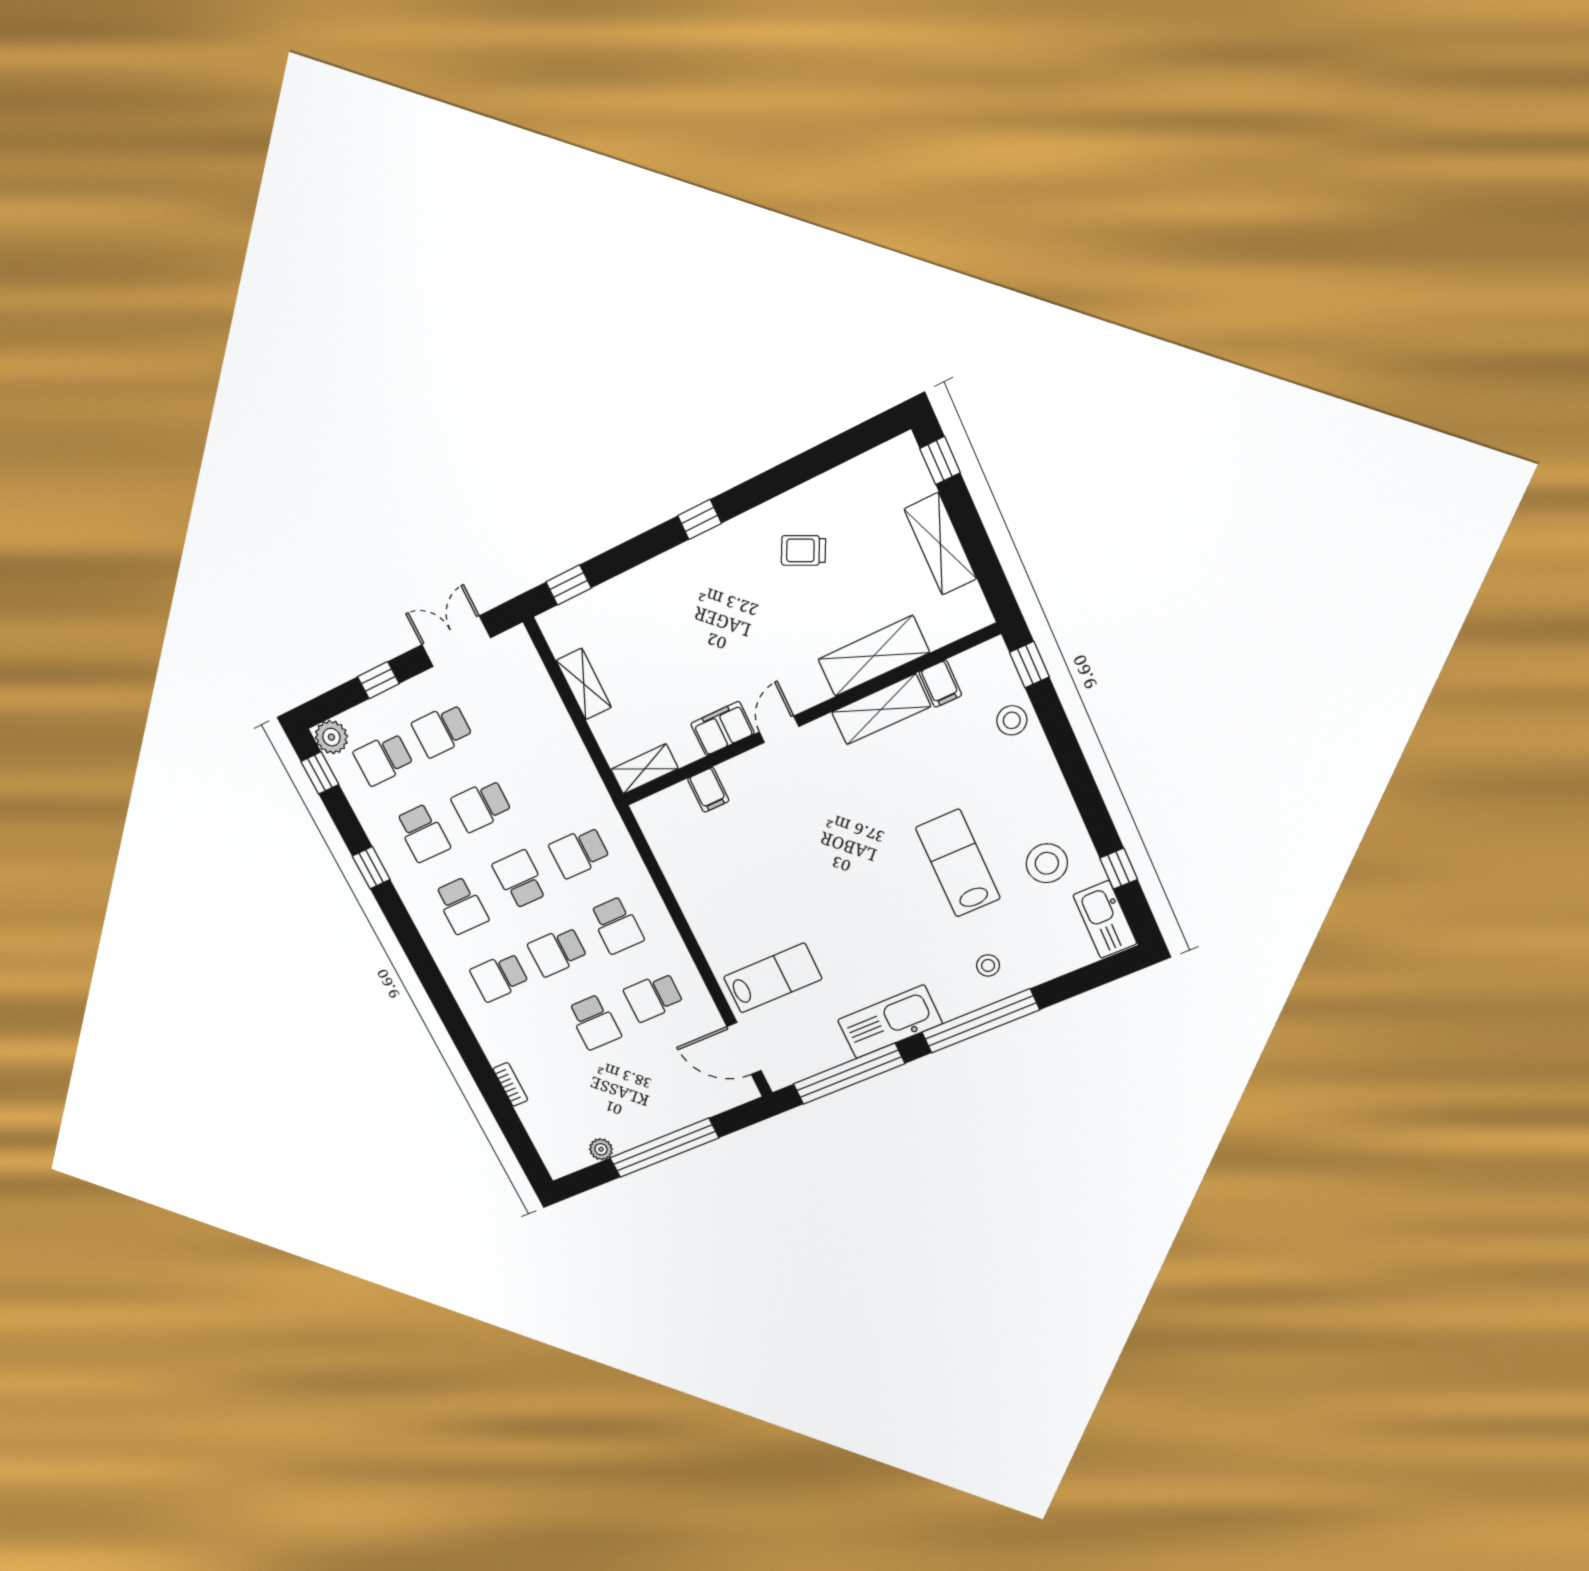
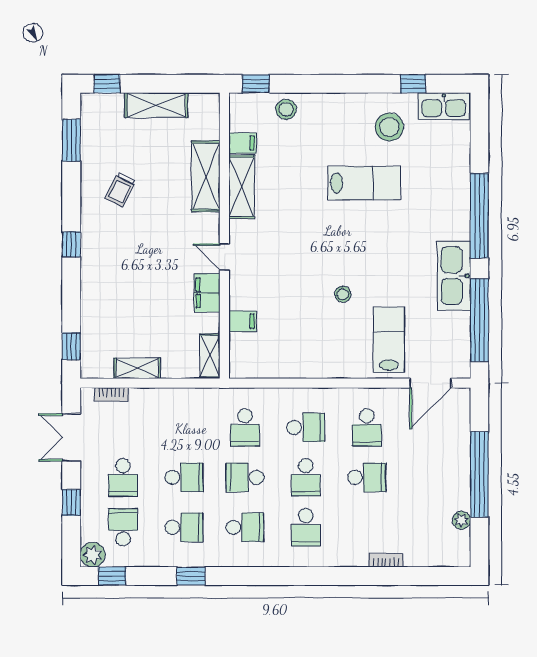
window: (840, 449) -> (71, 140), added
bookcase: (535, 666) -> (111, 394), added
school desk: (383, 759) -> (123, 527), turned 180
school desk: (481, 806) -> (184, 477), turned -90
lab bench: (958, 863) -> (364, 183), turned 180
stool: (988, 965) -> (343, 294), moved

